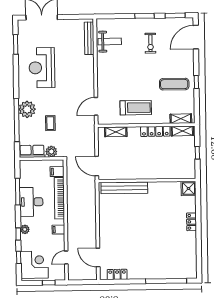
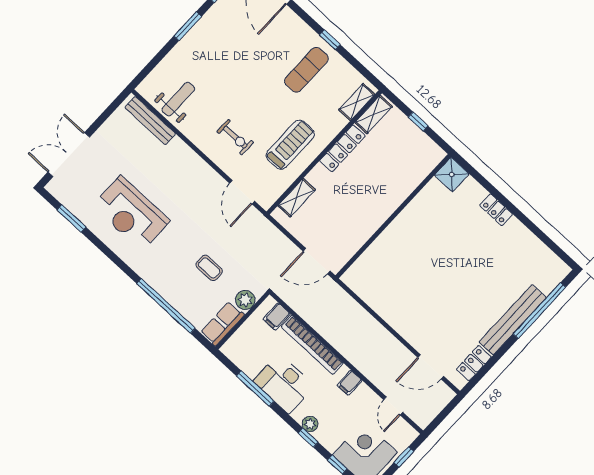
exercise bike: (150, 43) -> (235, 137), moved
plant: (27, 109) -> (165, 280), removed
bench: (124, 188) -> (513, 320), moved

